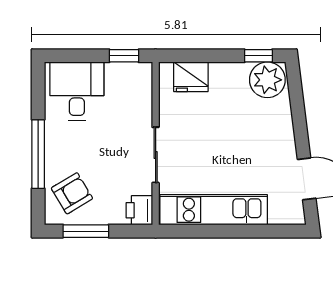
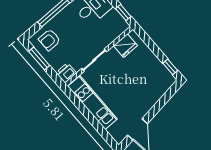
fridge: (191, 77) -> (125, 46), moved, turned -90
plant: (267, 80) -> (164, 79), removed
armchair: (72, 193) -> (50, 40), turned 121

